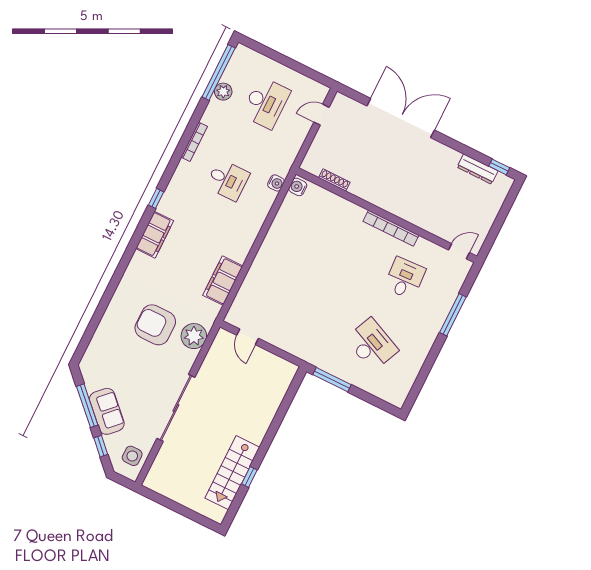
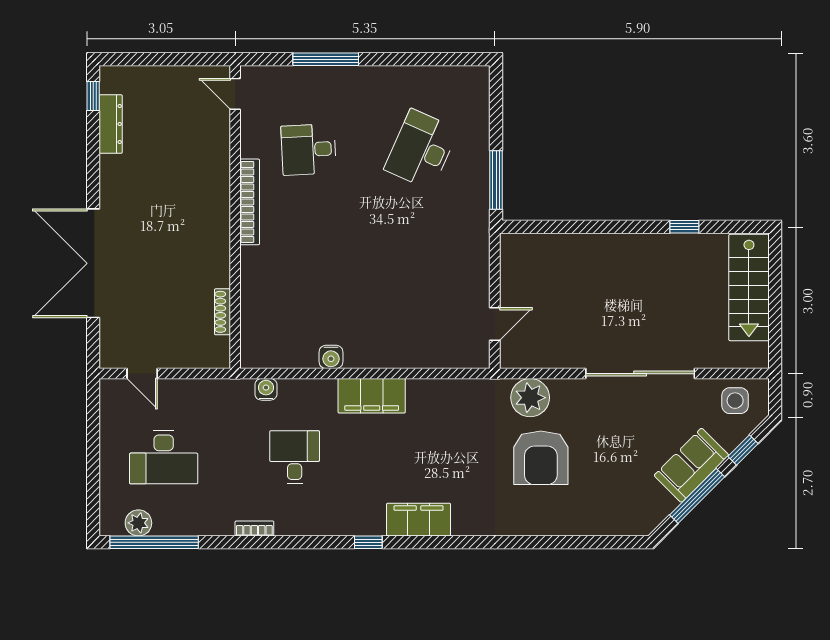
plant: (223, 92) -> (138, 523), moved
desk: (266, 103) -> (164, 457), turned 180
bookcase: (194, 142) -> (254, 528), width x0.64
water cooler: (298, 187) -> (331, 357), moved
filing cabinet: (223, 281) -> (372, 396), moved
stairs: (232, 473) -> (749, 288), moved, turned 90

